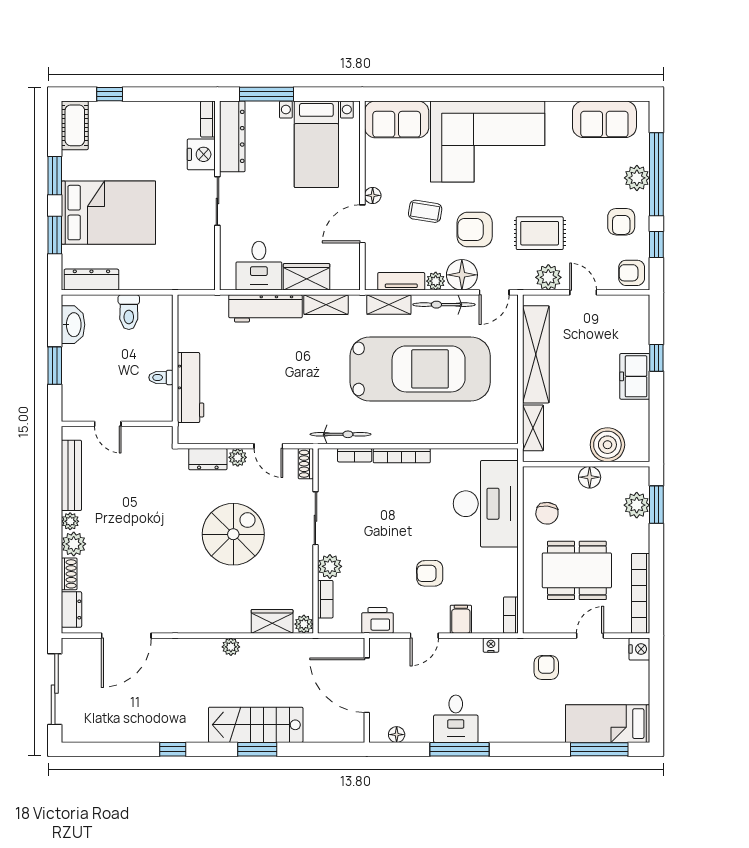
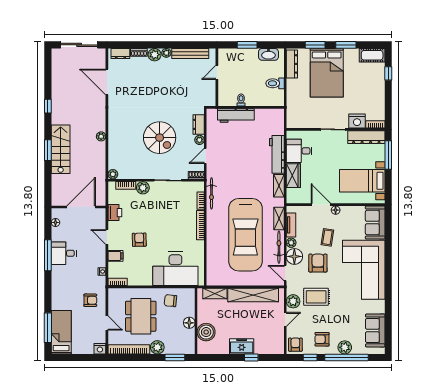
rug: (540, 233) -> (316, 297), turned 90
plant: (637, 505) -> (157, 347), moved
wardrobe: (272, 621) -> (114, 158), removed

